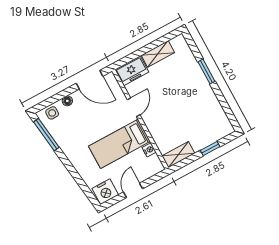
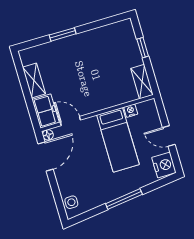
floor lamp: (67, 101) -> (48, 135), moved
door: (134, 107) -> (70, 121), moved
window: (46, 135) -> (124, 199), moved

